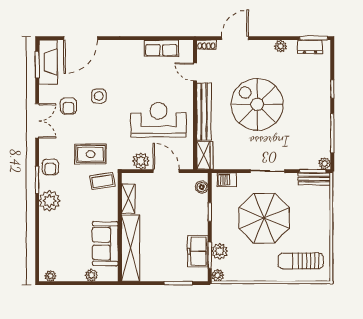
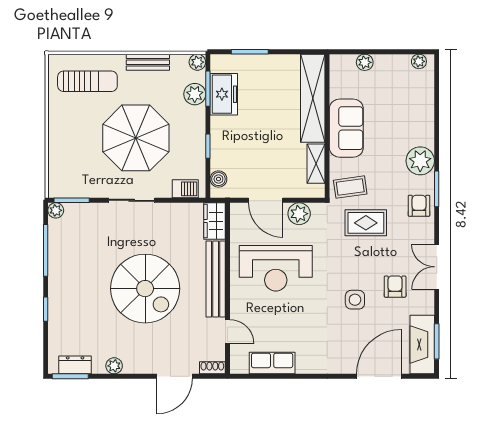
bench: (314, 179) -> (148, 62), moved
sofa: (105, 244) -> (346, 128), moved

